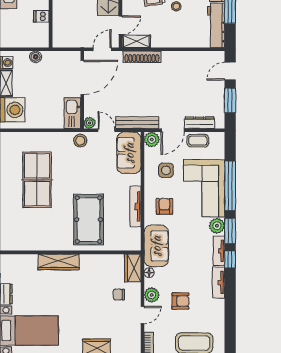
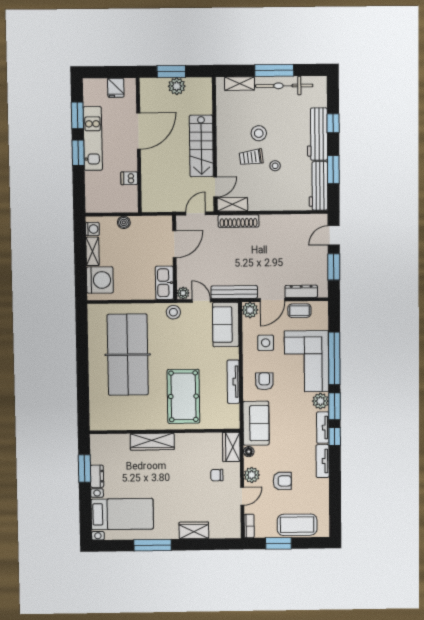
door: (82, 77) -> (174, 244), width x0.73
table tennis table: (37, 180) -> (128, 355), width x1.36, depth x1.32

